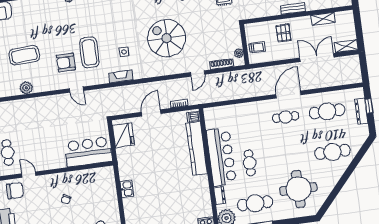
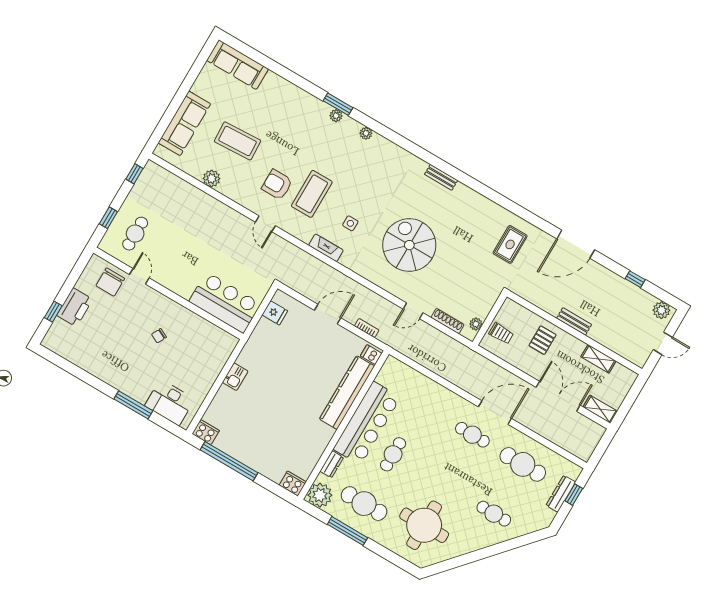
fridge: (123, 135) -> (275, 313), width x0.53, depth x0.75
cafe table: (332, 152) -> (494, 514), width x0.73, depth x0.74
chair: (15, 191) -> (110, 282), turned 90

